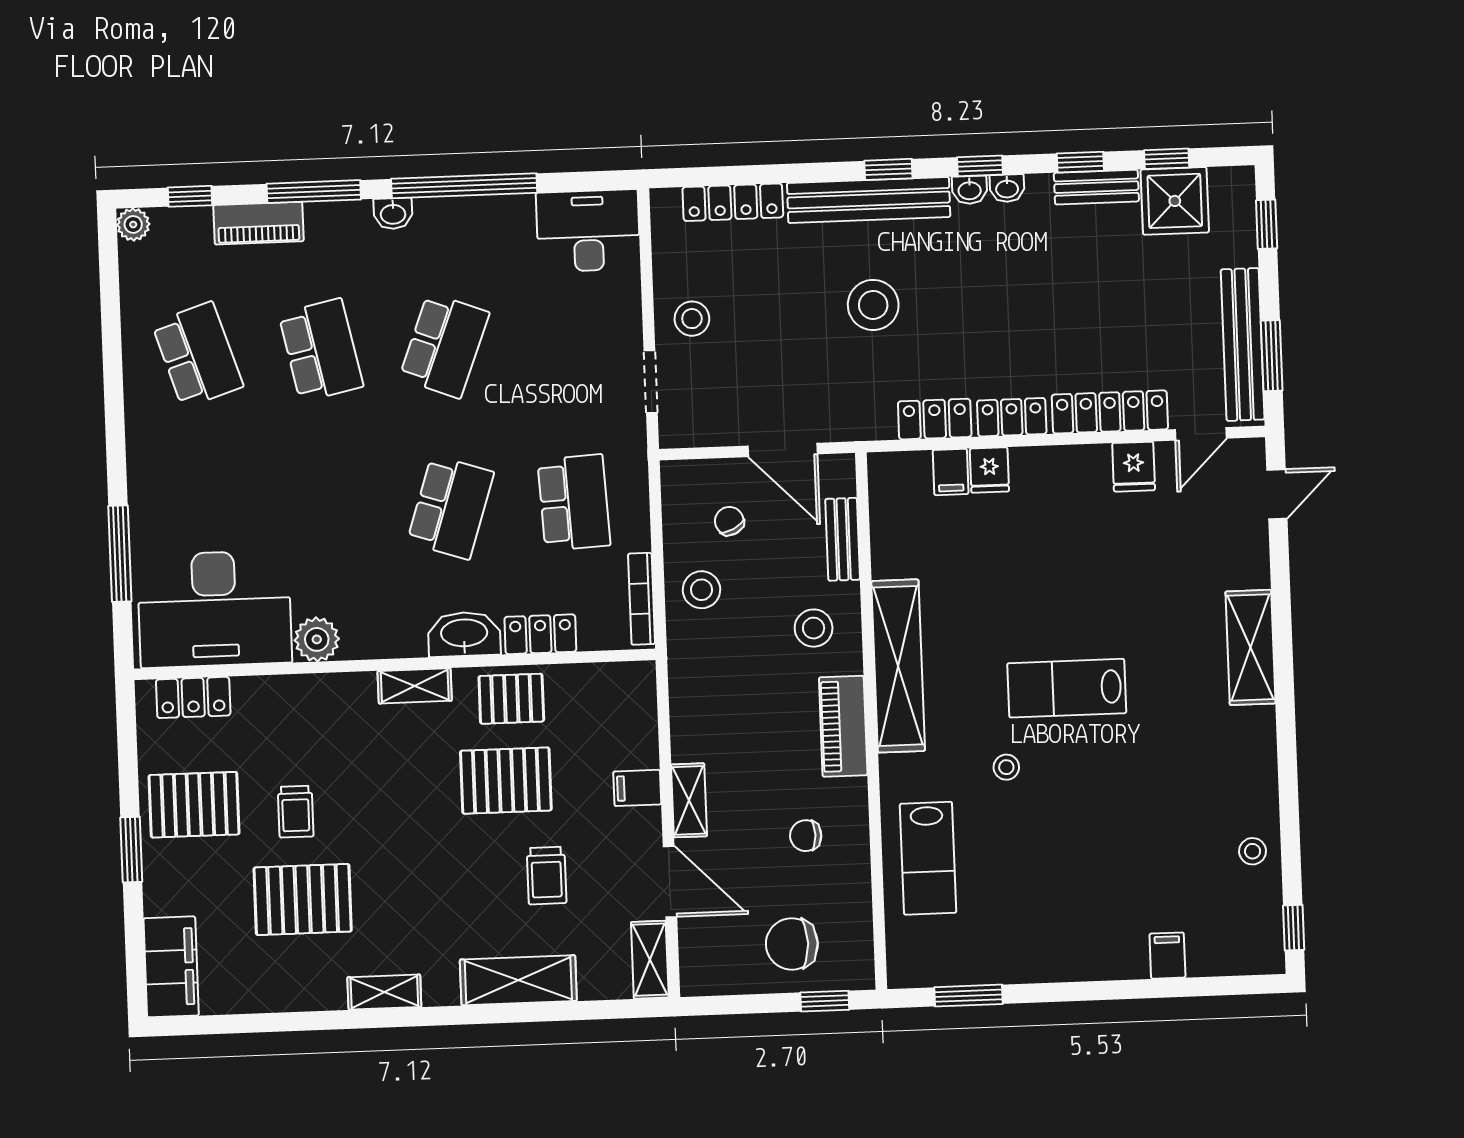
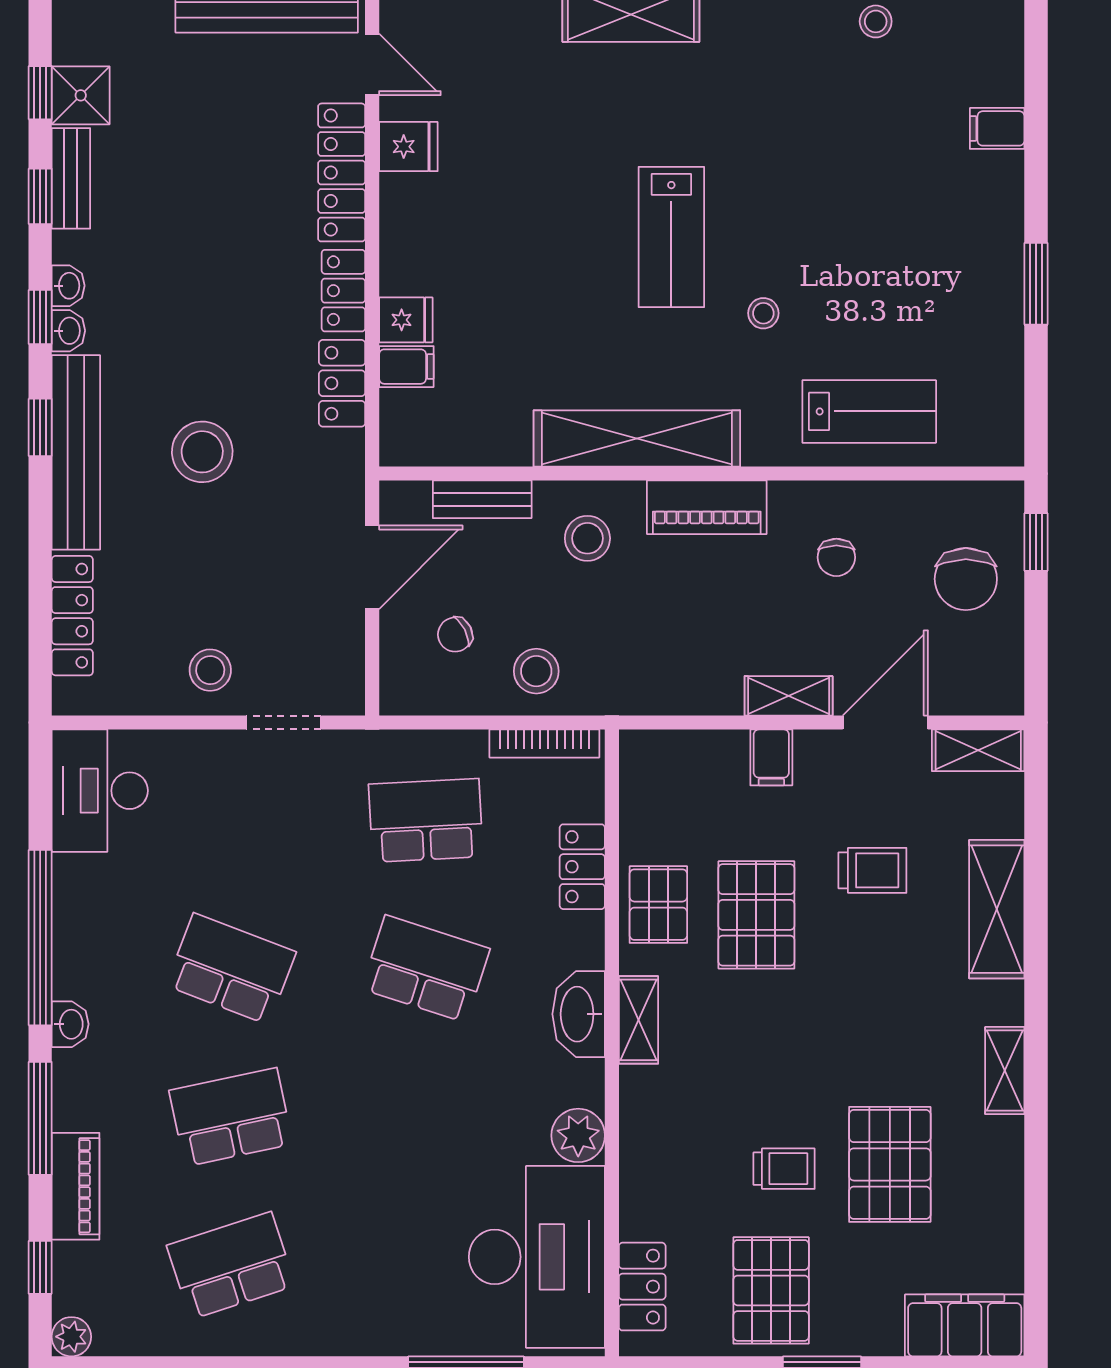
shower: (1175, 201) -> (81, 95), width x0.73, depth x0.73
washbasin: (464, 634) -> (579, 1014), moved
window: (969, 996) -> (1036, 284), moved

